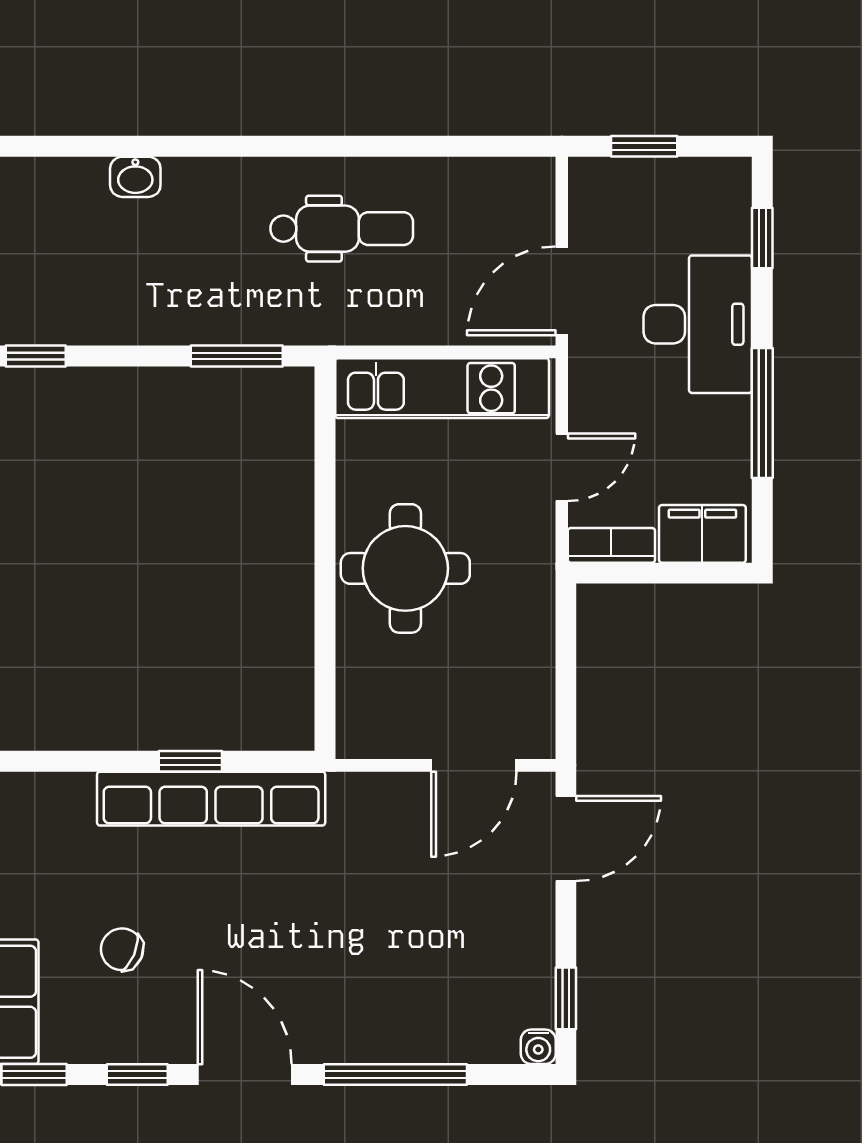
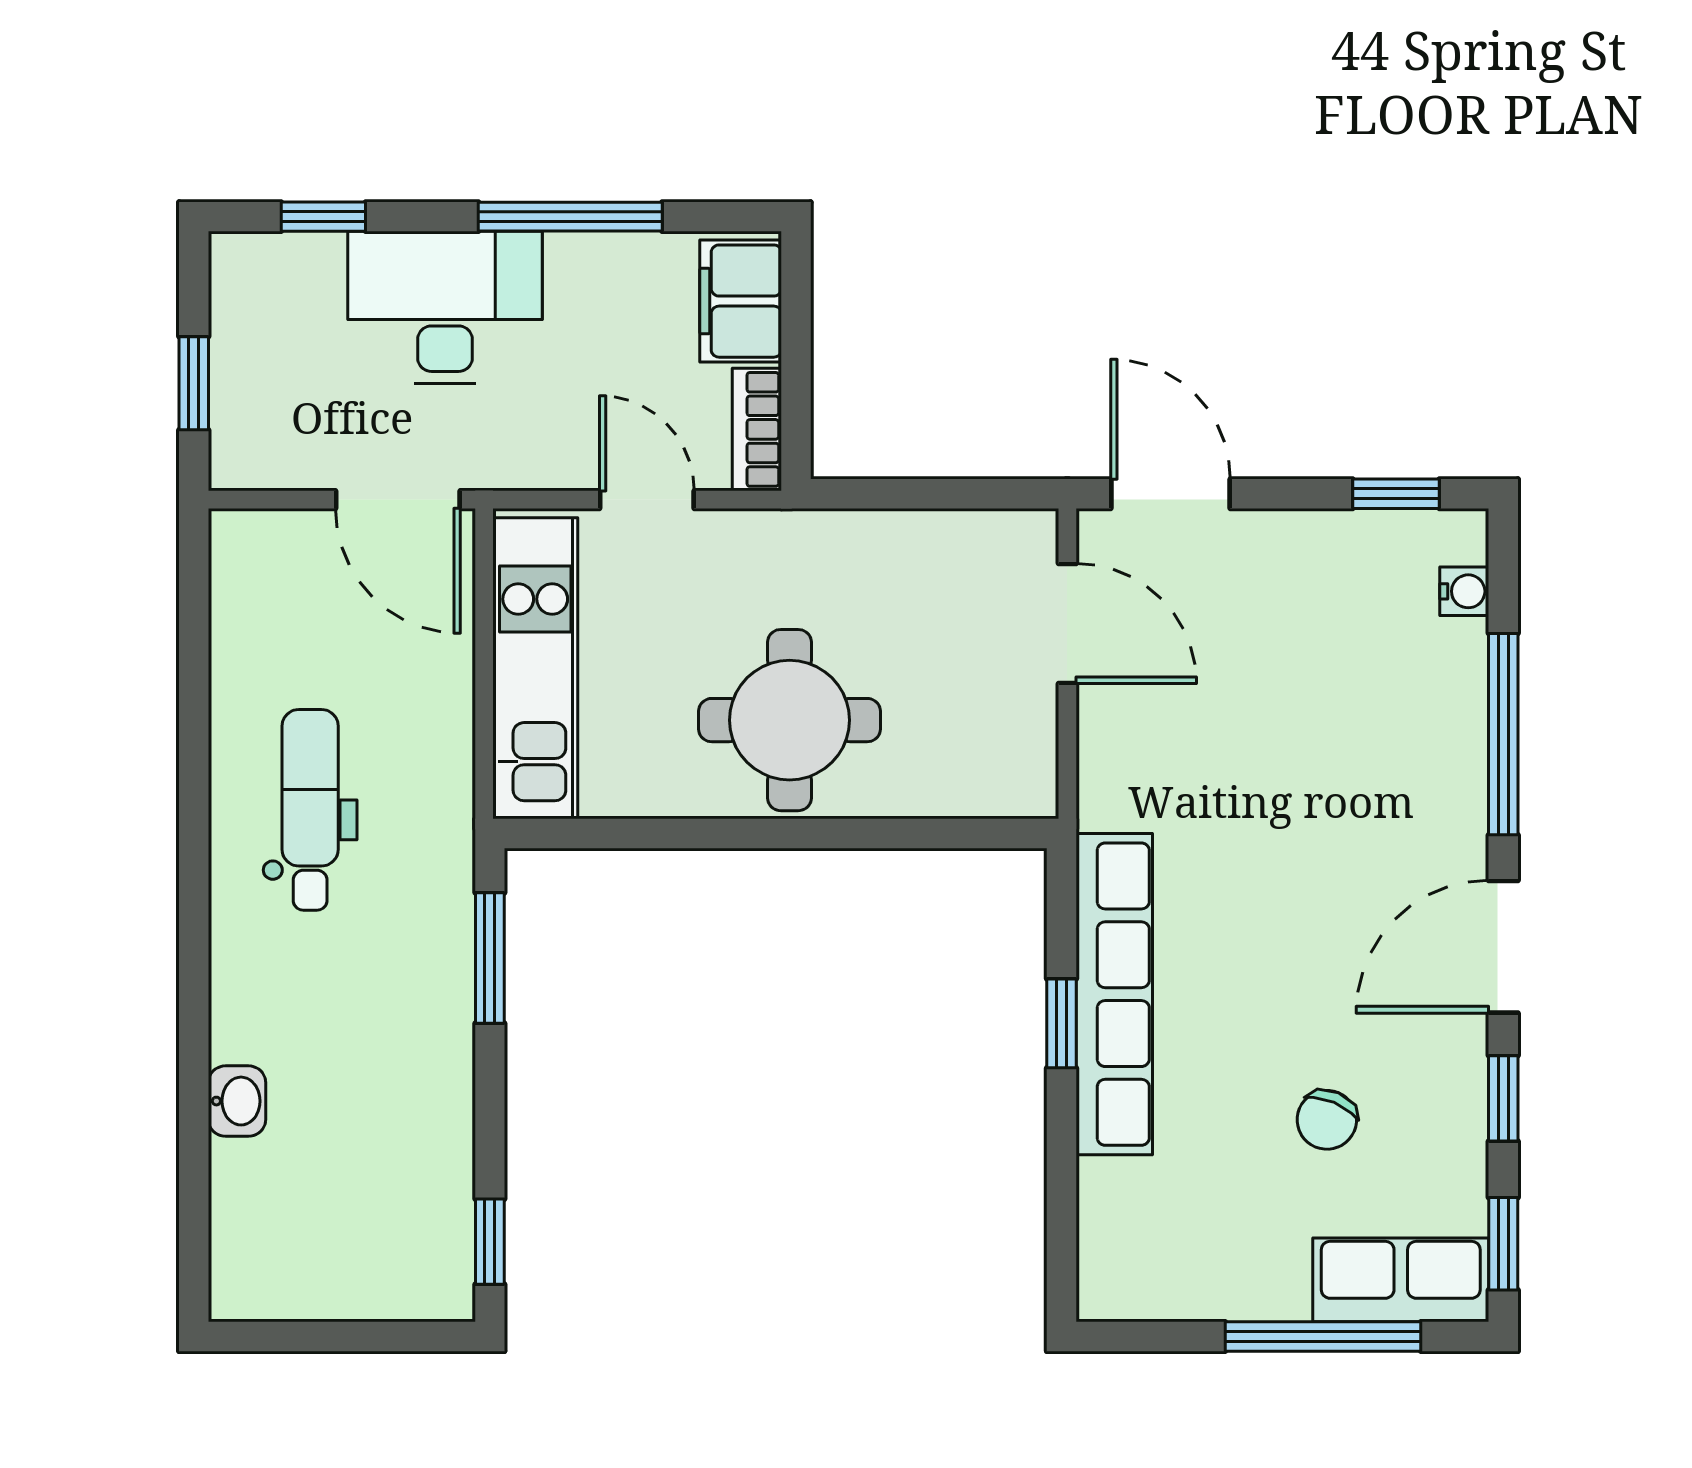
water cooler: (538, 1047) -> (1464, 591), moved

